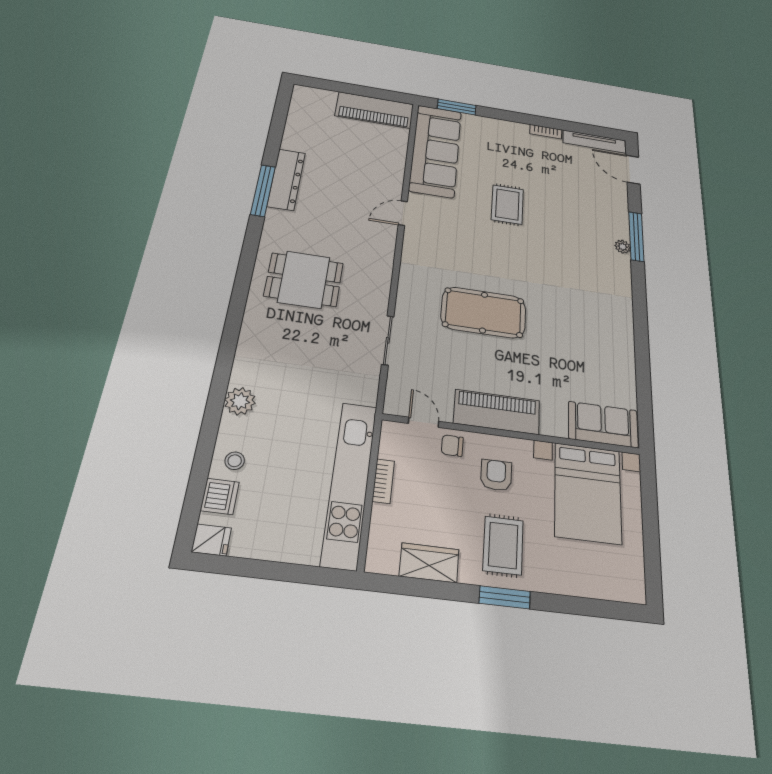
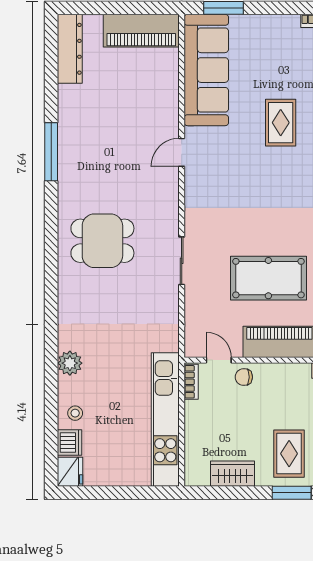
dresser: (286, 179) -> (70, 49), moved
pool table: (483, 312) -> (268, 278), moved
sliding door: (388, 340) -> (182, 261), moved
armchair: (496, 475) -> (281, 397), removed
bookcase: (383, 481) -> (191, 382), moved
fridge: (211, 540) -> (70, 472), width x1.38

